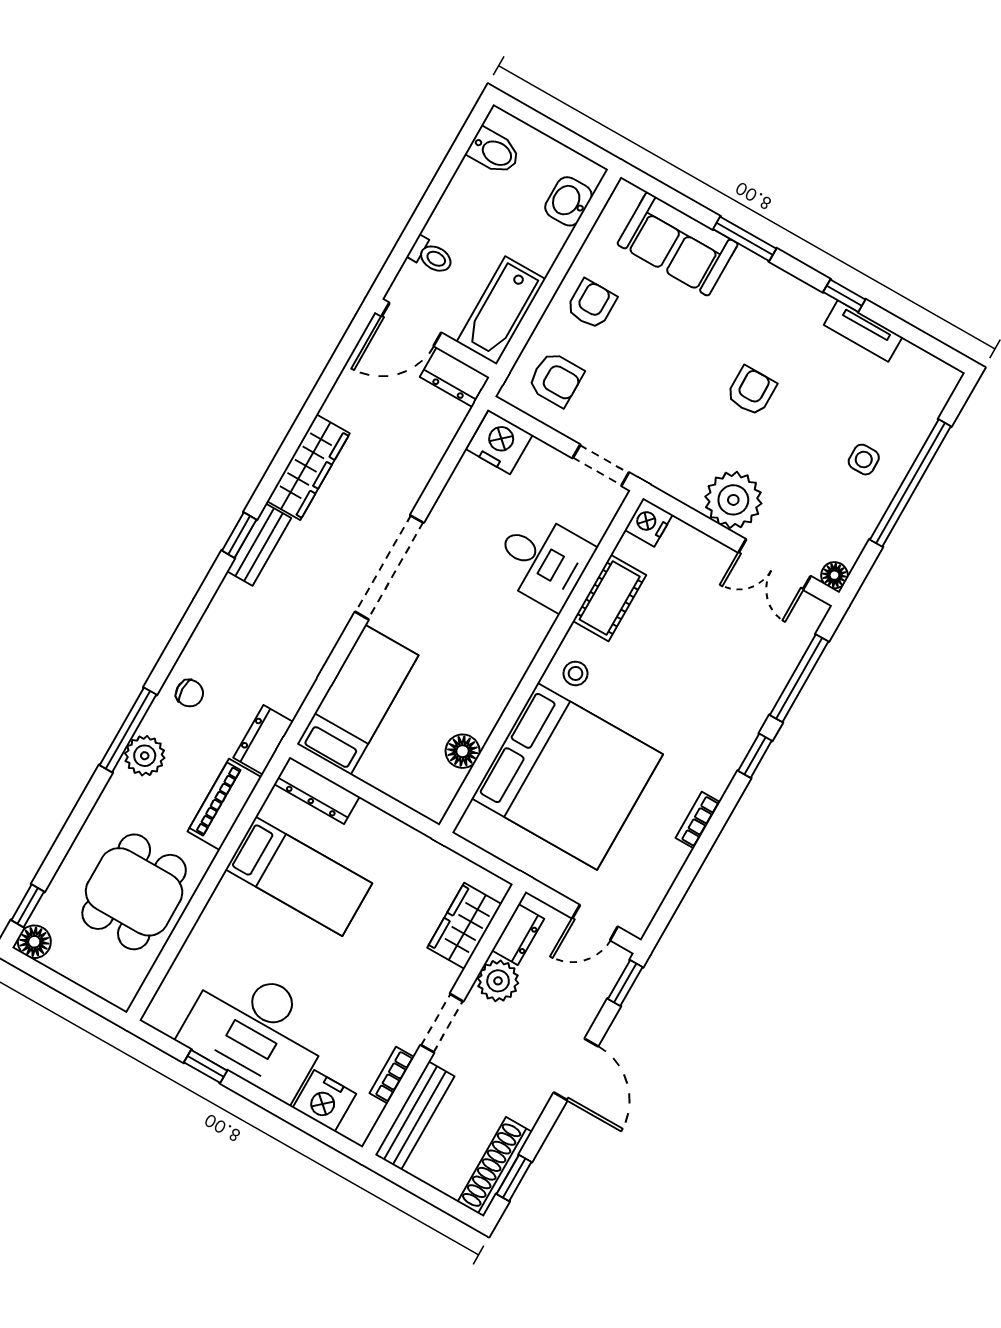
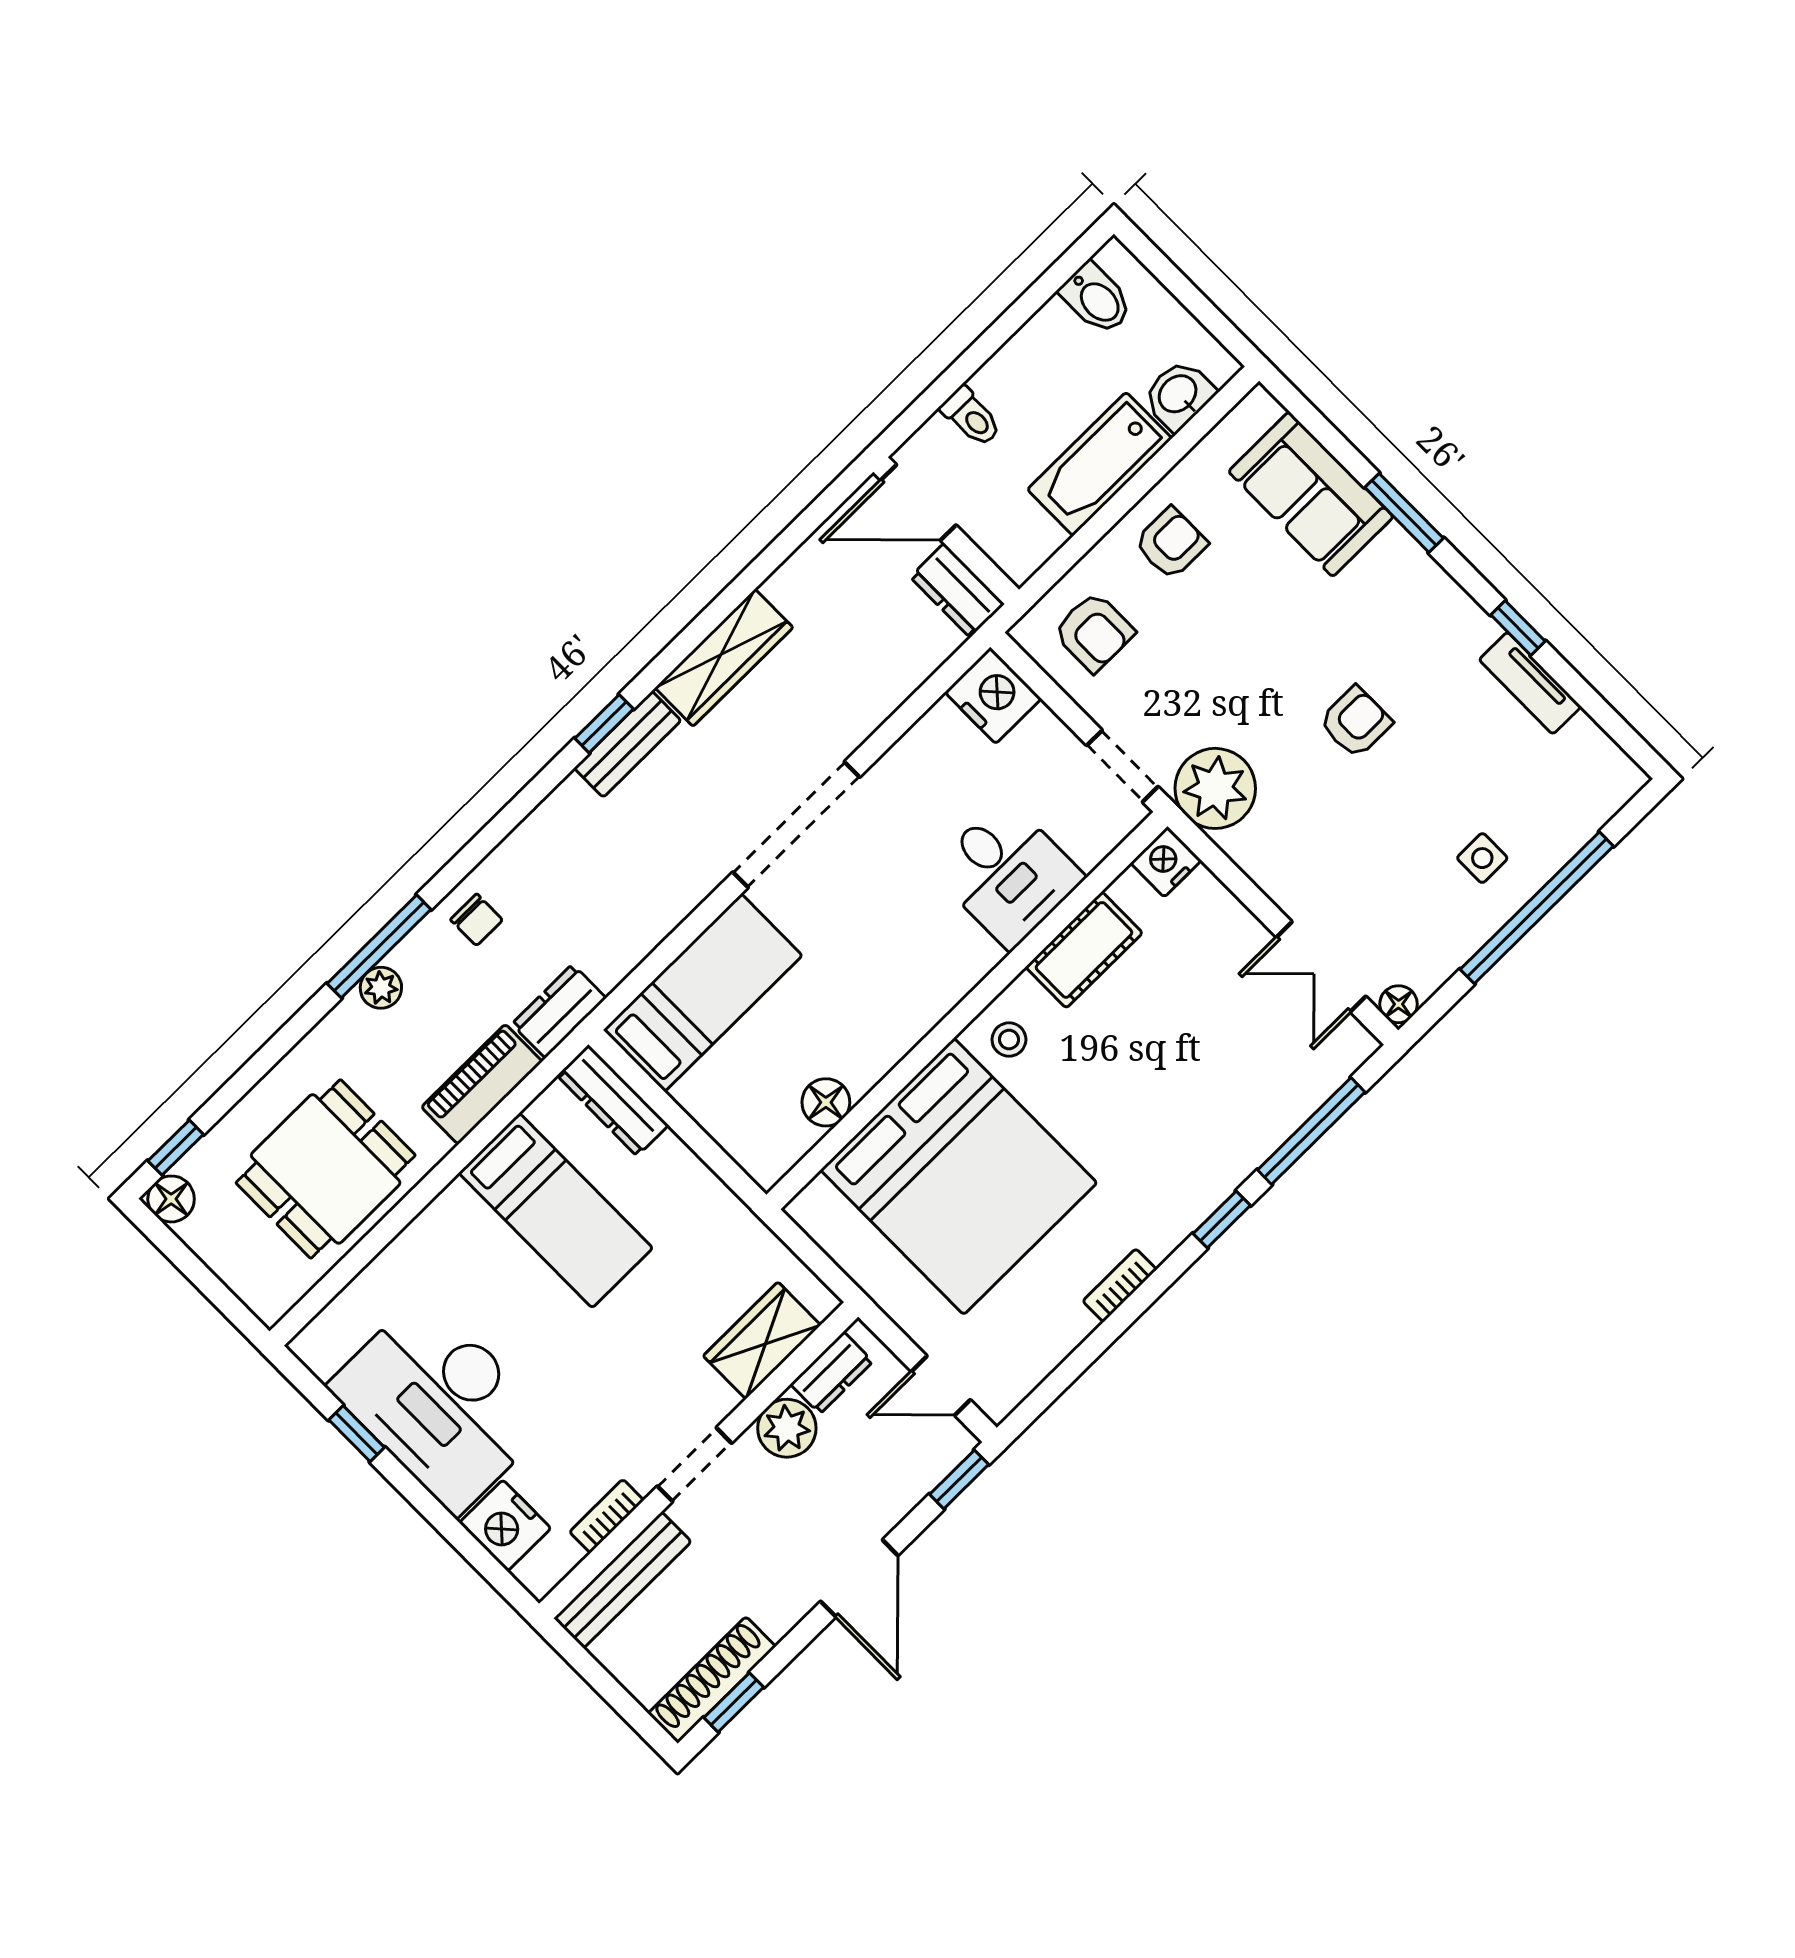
bathtub: (501, 310) -> (1100, 464), moved
plant: (733, 500) -> (1215, 788), moved
plant: (145, 756) -> (381, 988), width x0.73, depth x0.73

